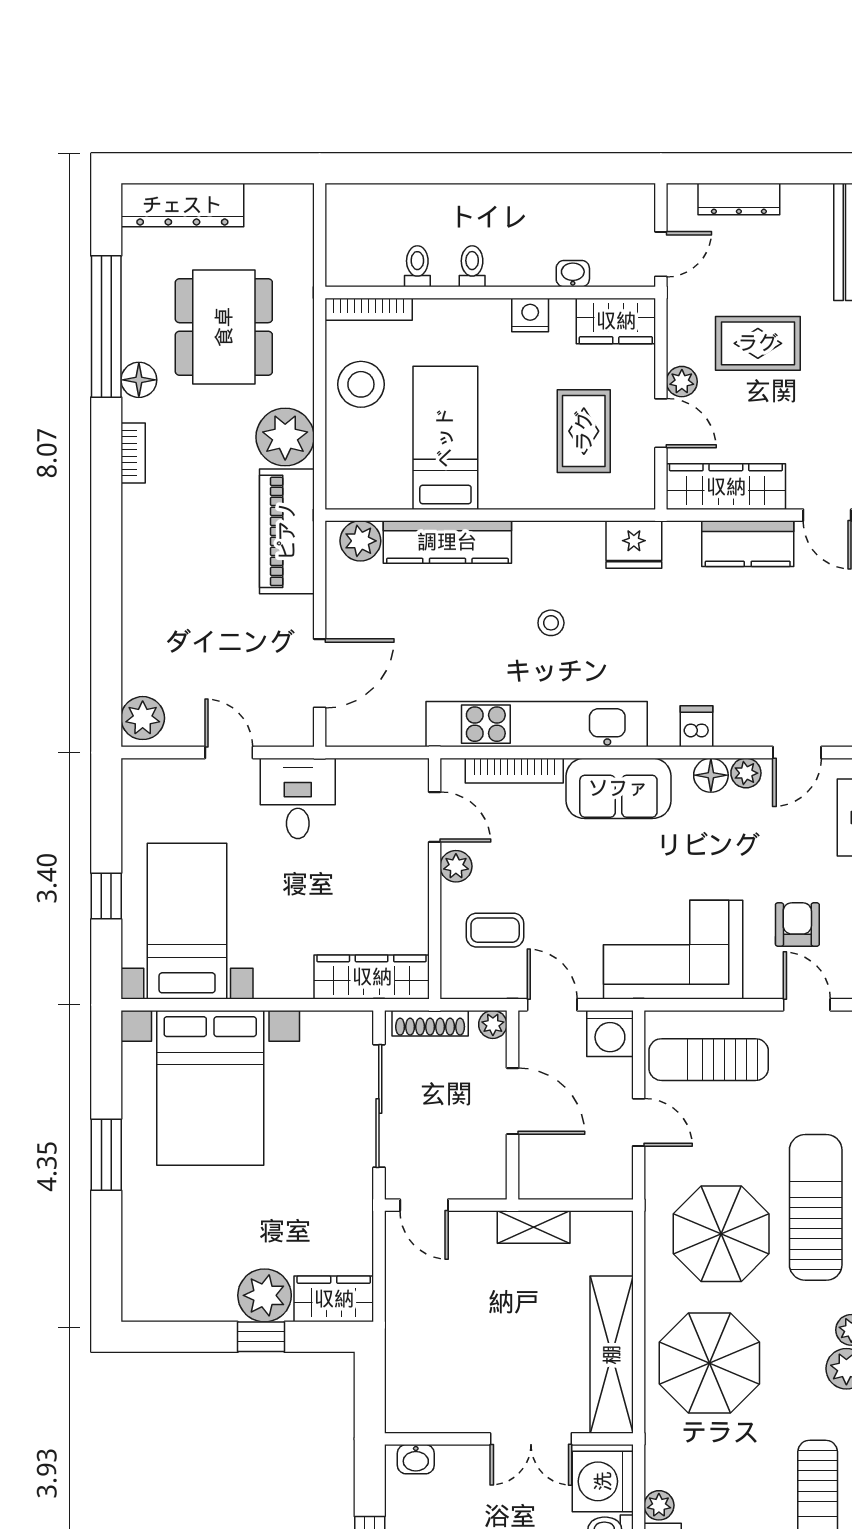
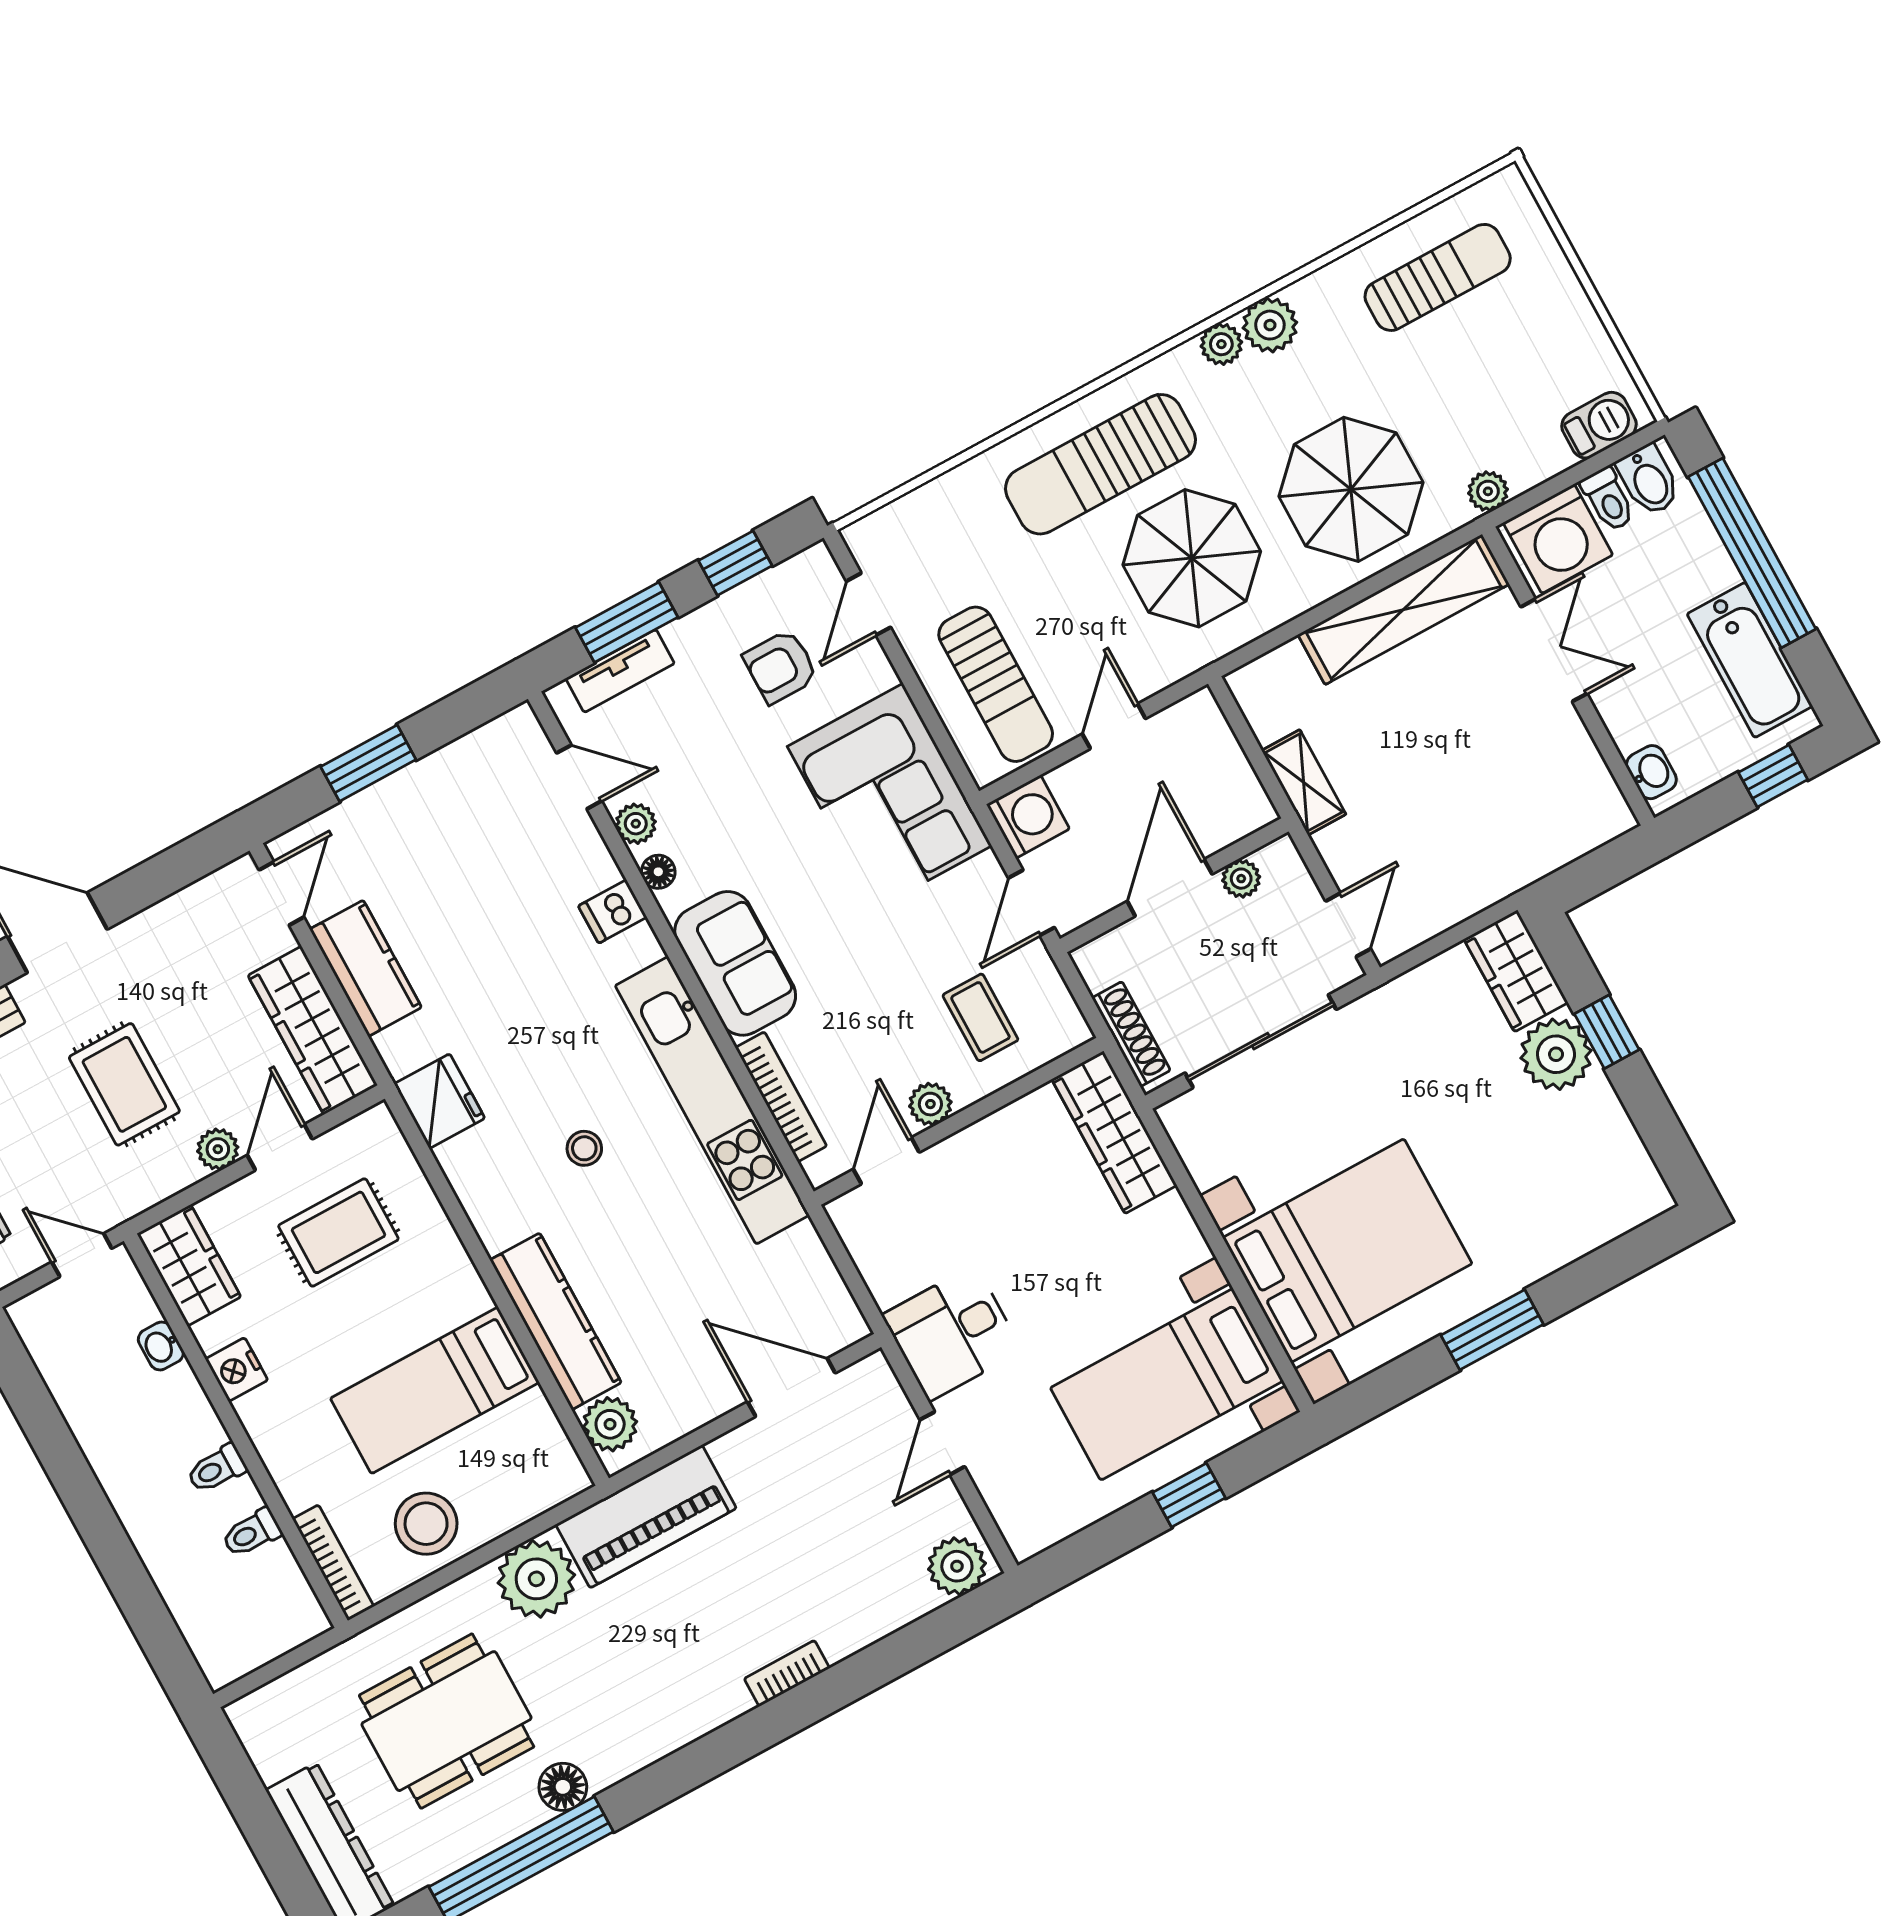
bookcase: (133, 453) -> (787, 1673), moved
floor lamp: (711, 775) -> (658, 872), width x0.73, depth x0.73
plant: (493, 1024) -> (1241, 879), moved
plant: (659, 1505) -> (1488, 491), moved

